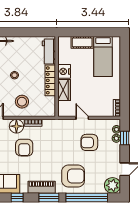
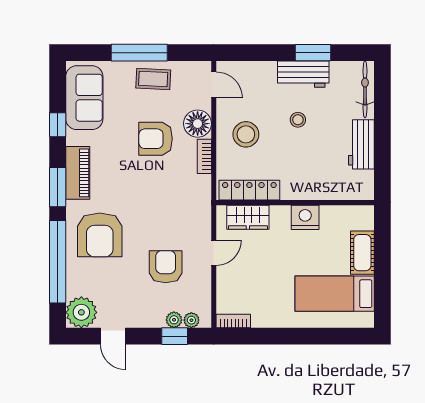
workbench: (49, 52) -> (361, 144), moved, turned -90
locker: (50, 80) -> (249, 190), moved
wardrobe: (64, 90) -> (248, 217), moved

